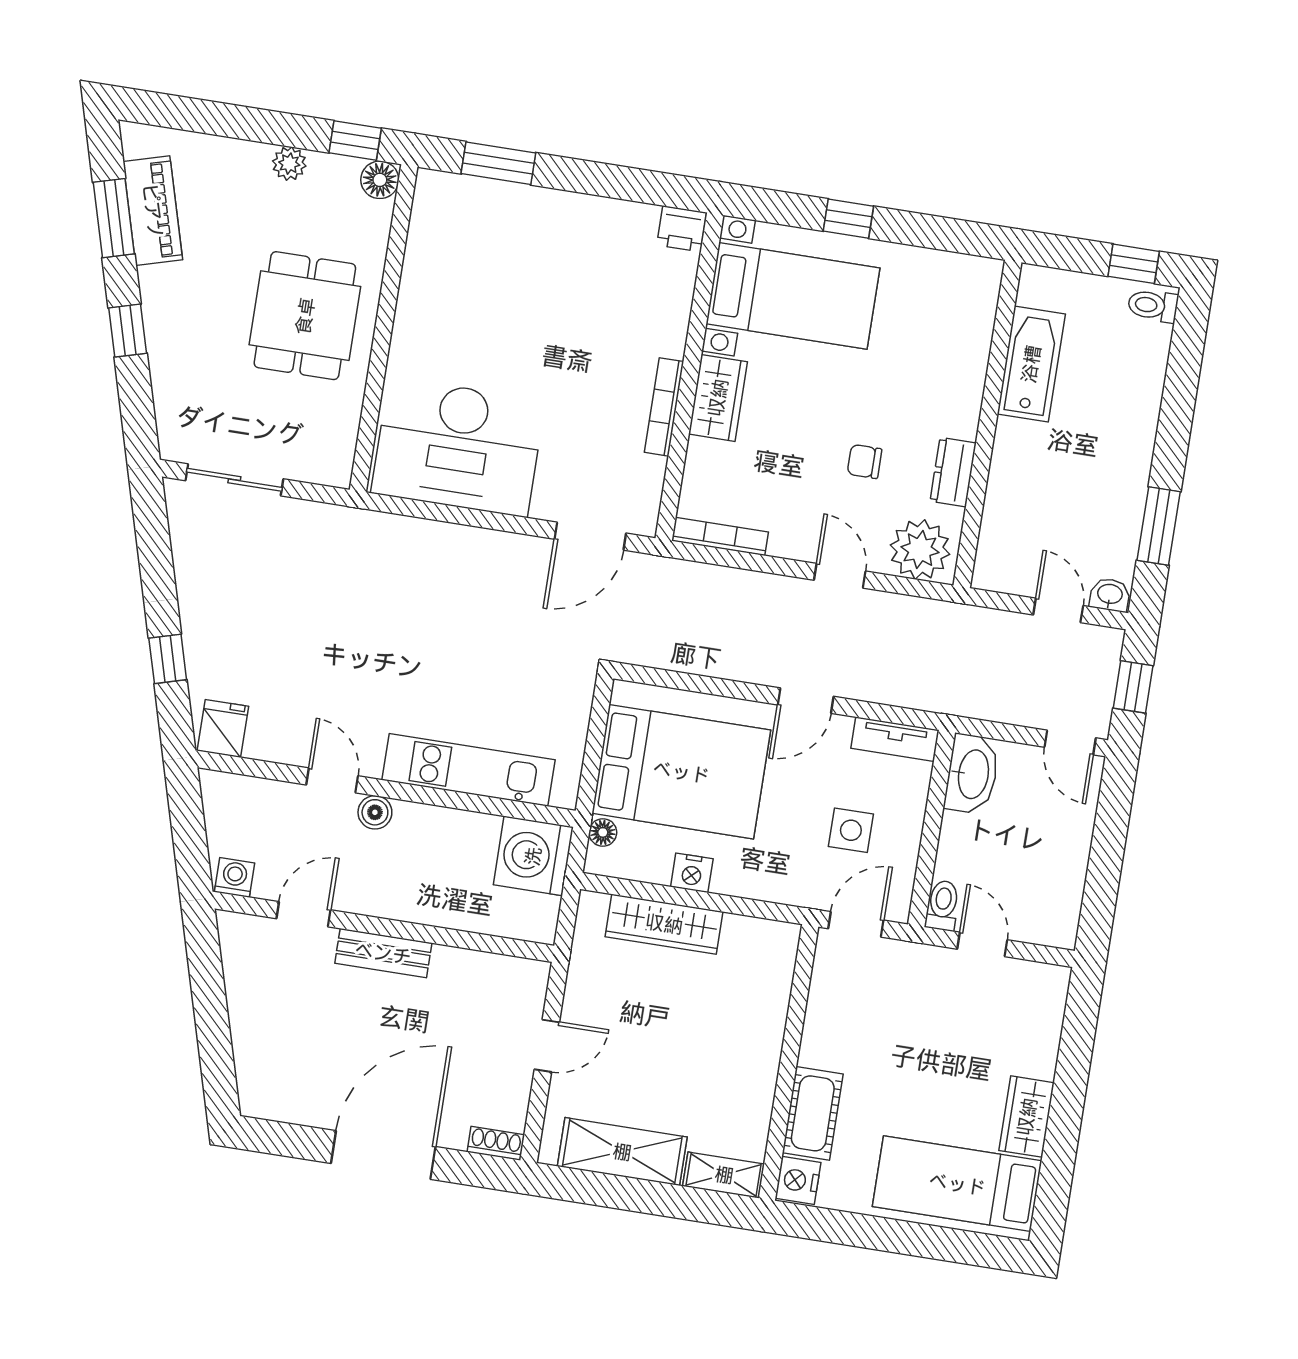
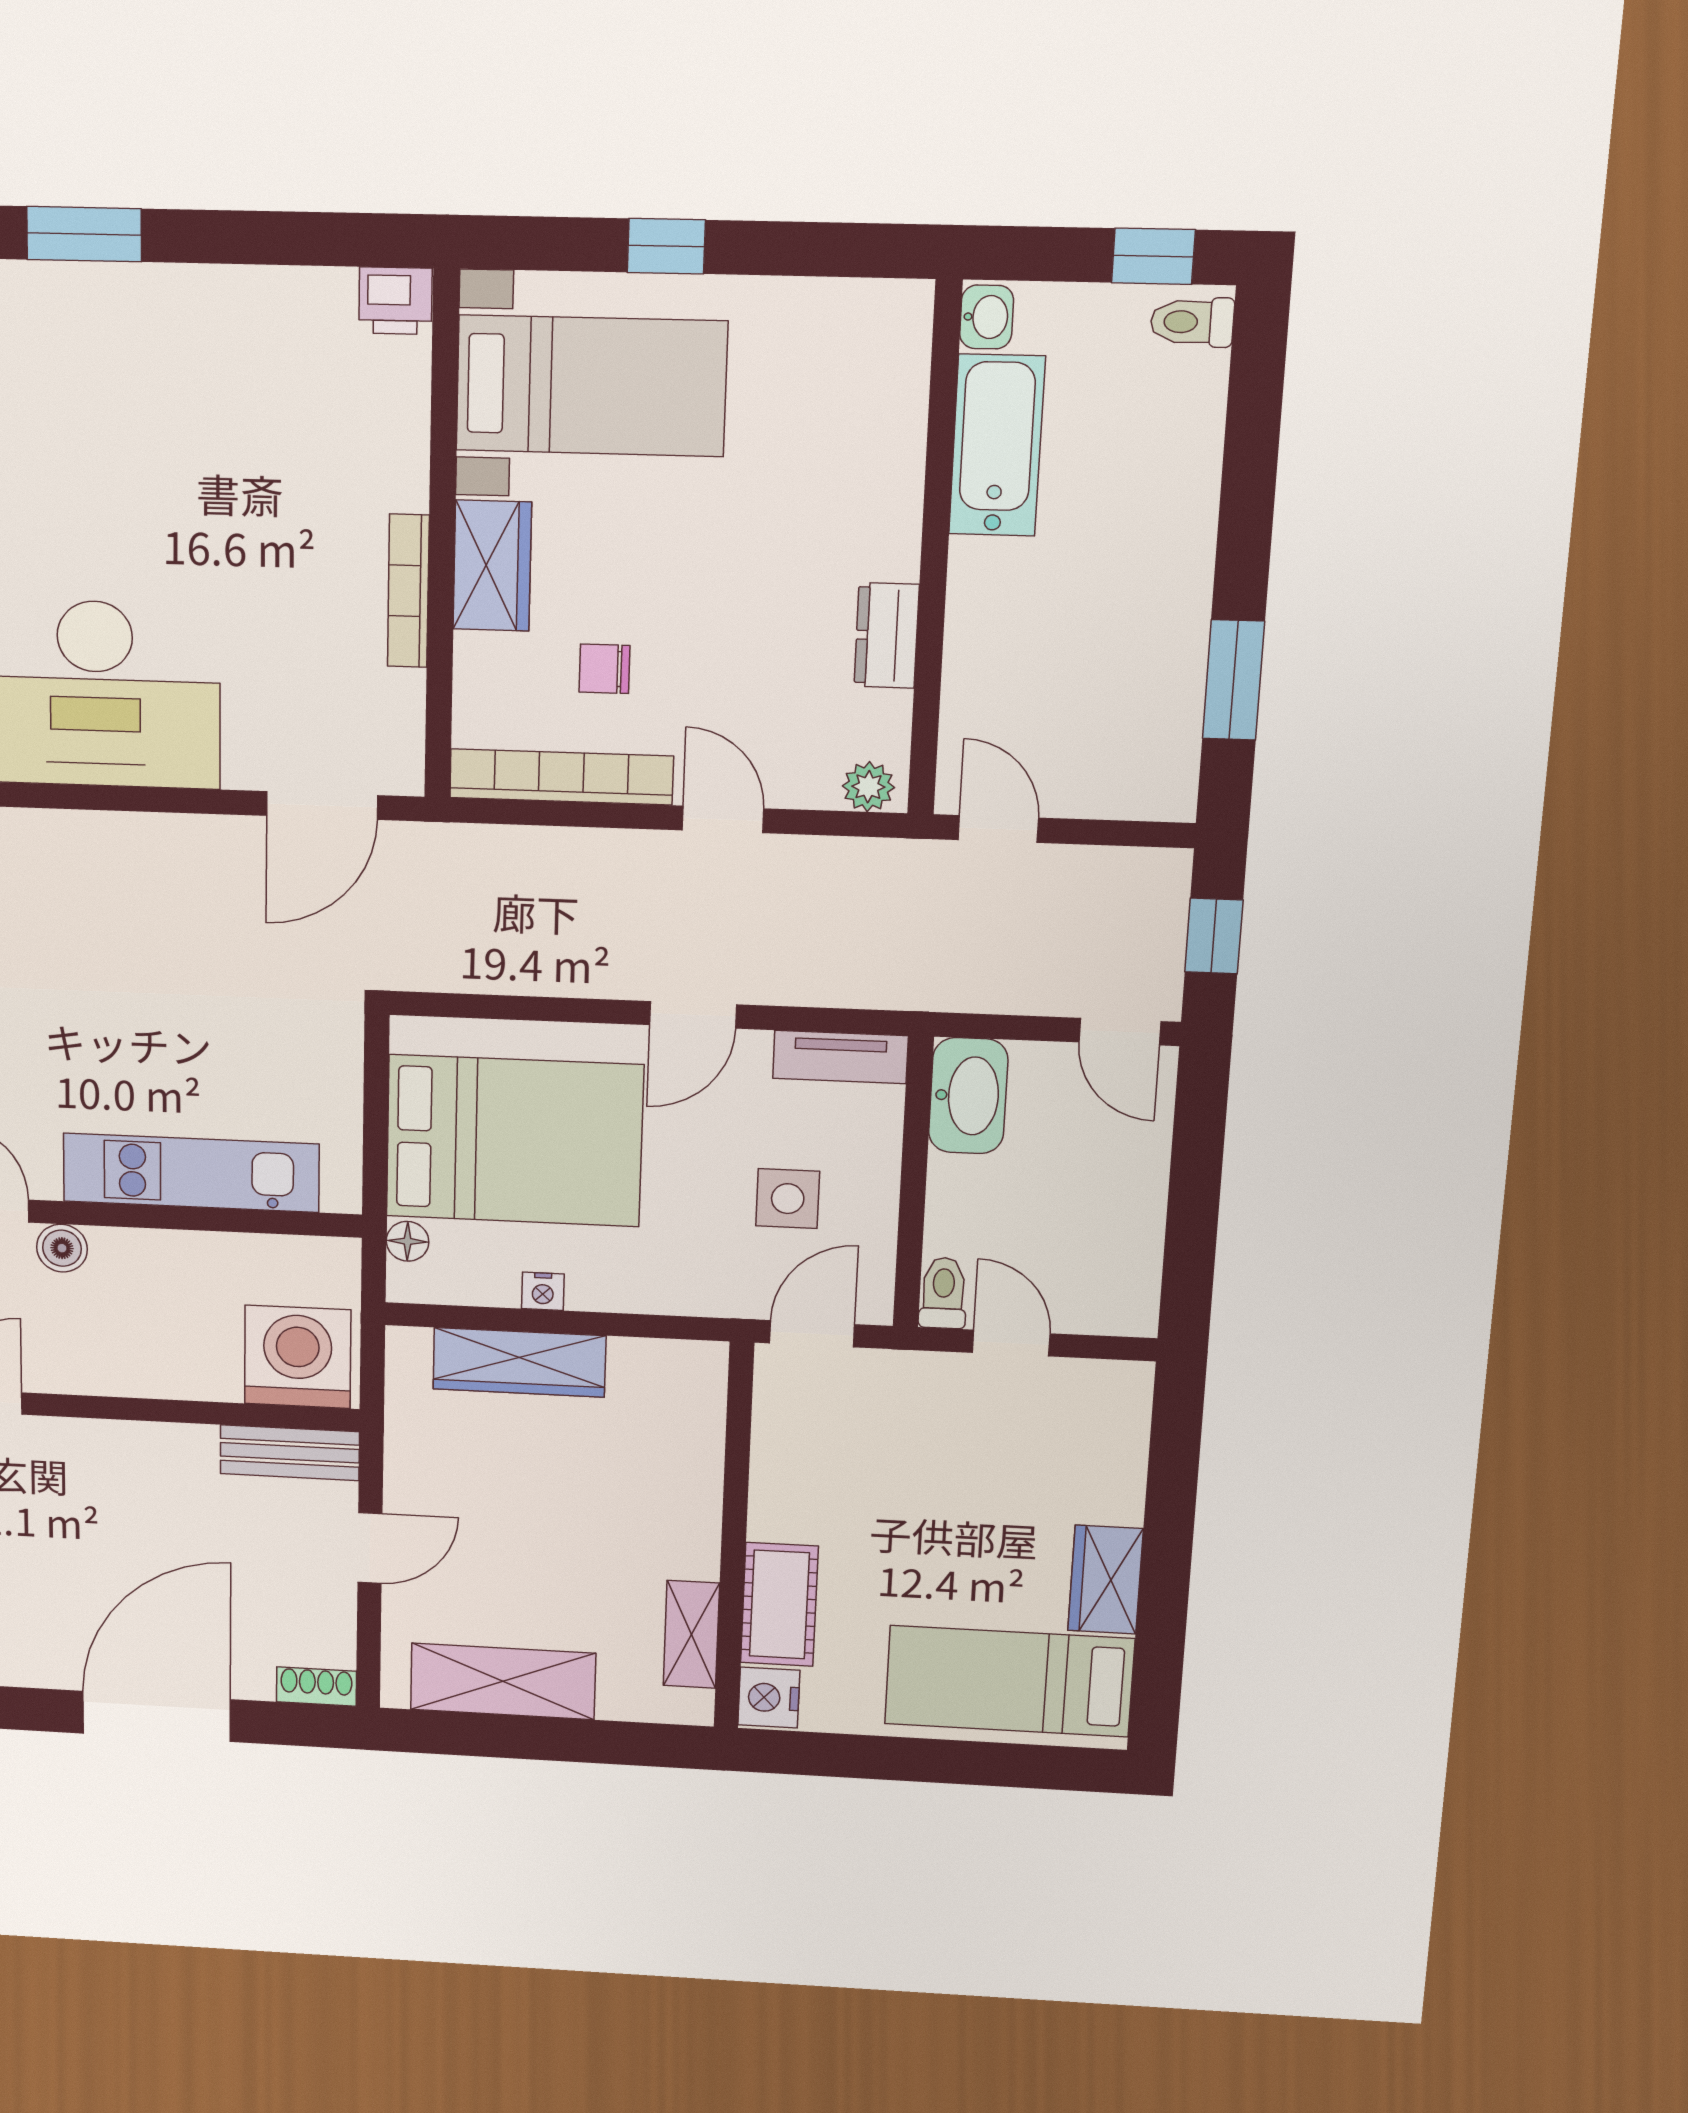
chair: (864, 461) -> (604, 669), moved
bookcase: (720, 536) -> (561, 777), width x1.48, depth x1.31
plant: (920, 550) -> (868, 787), width x0.53, depth x0.53
washbasin: (1110, 595) -> (987, 317), moved, turned 90
door: (1058, 610) -> (998, 829), moved
washing machine: (533, 856) -> (298, 1357), moved, turned 90
nightstand: (692, 873) -> (543, 1291), width x0.72, depth x0.74
bench: (383, 953) -> (290, 1453), moved
shelving: (724, 1175) -> (691, 1634), moved, turned 90

